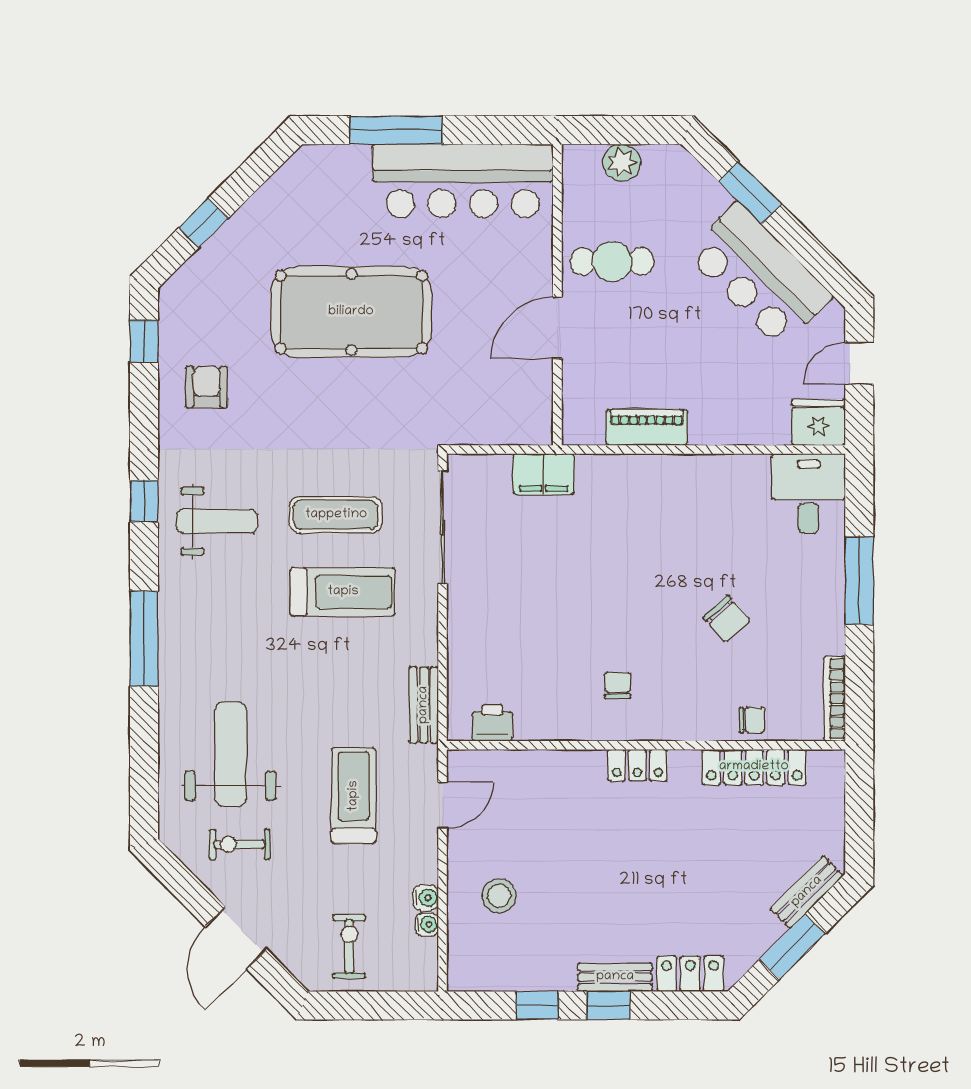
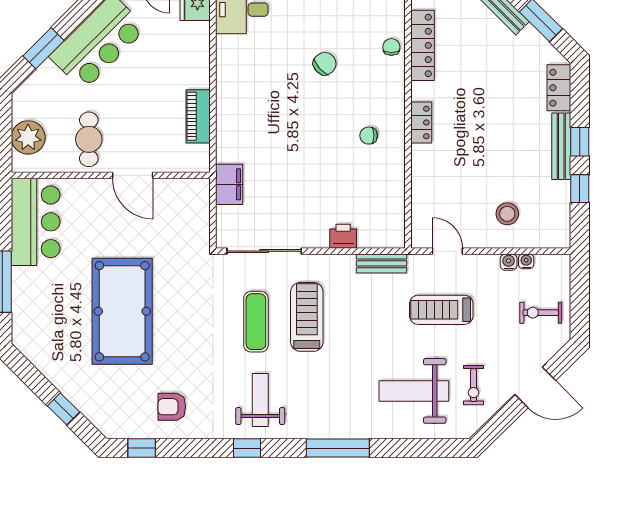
plant: (622, 163) -> (28, 137), width x1.36, depth x1.36
bar counter: (463, 181) -> (36, 222), width x0.73
printer: (492, 723) -> (343, 236), moved, turned 90
bench: (615, 977) -> (561, 146), width x1.36

